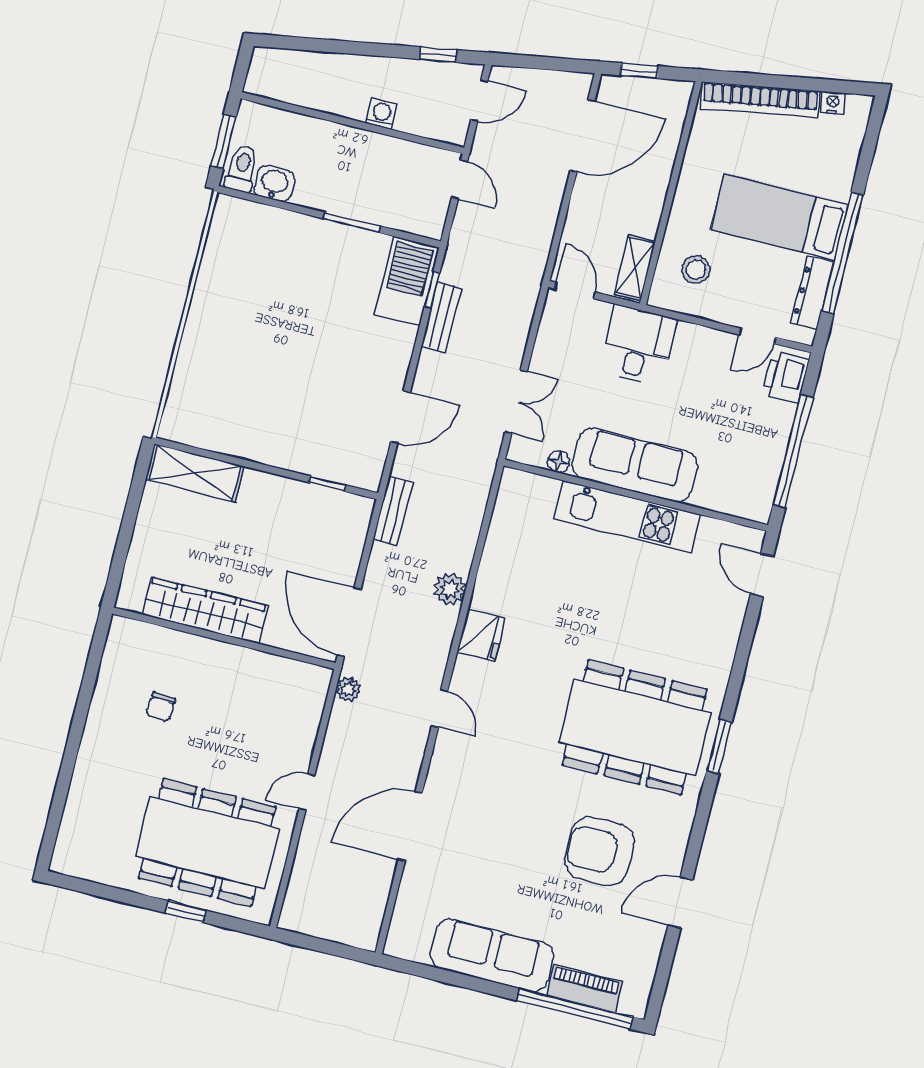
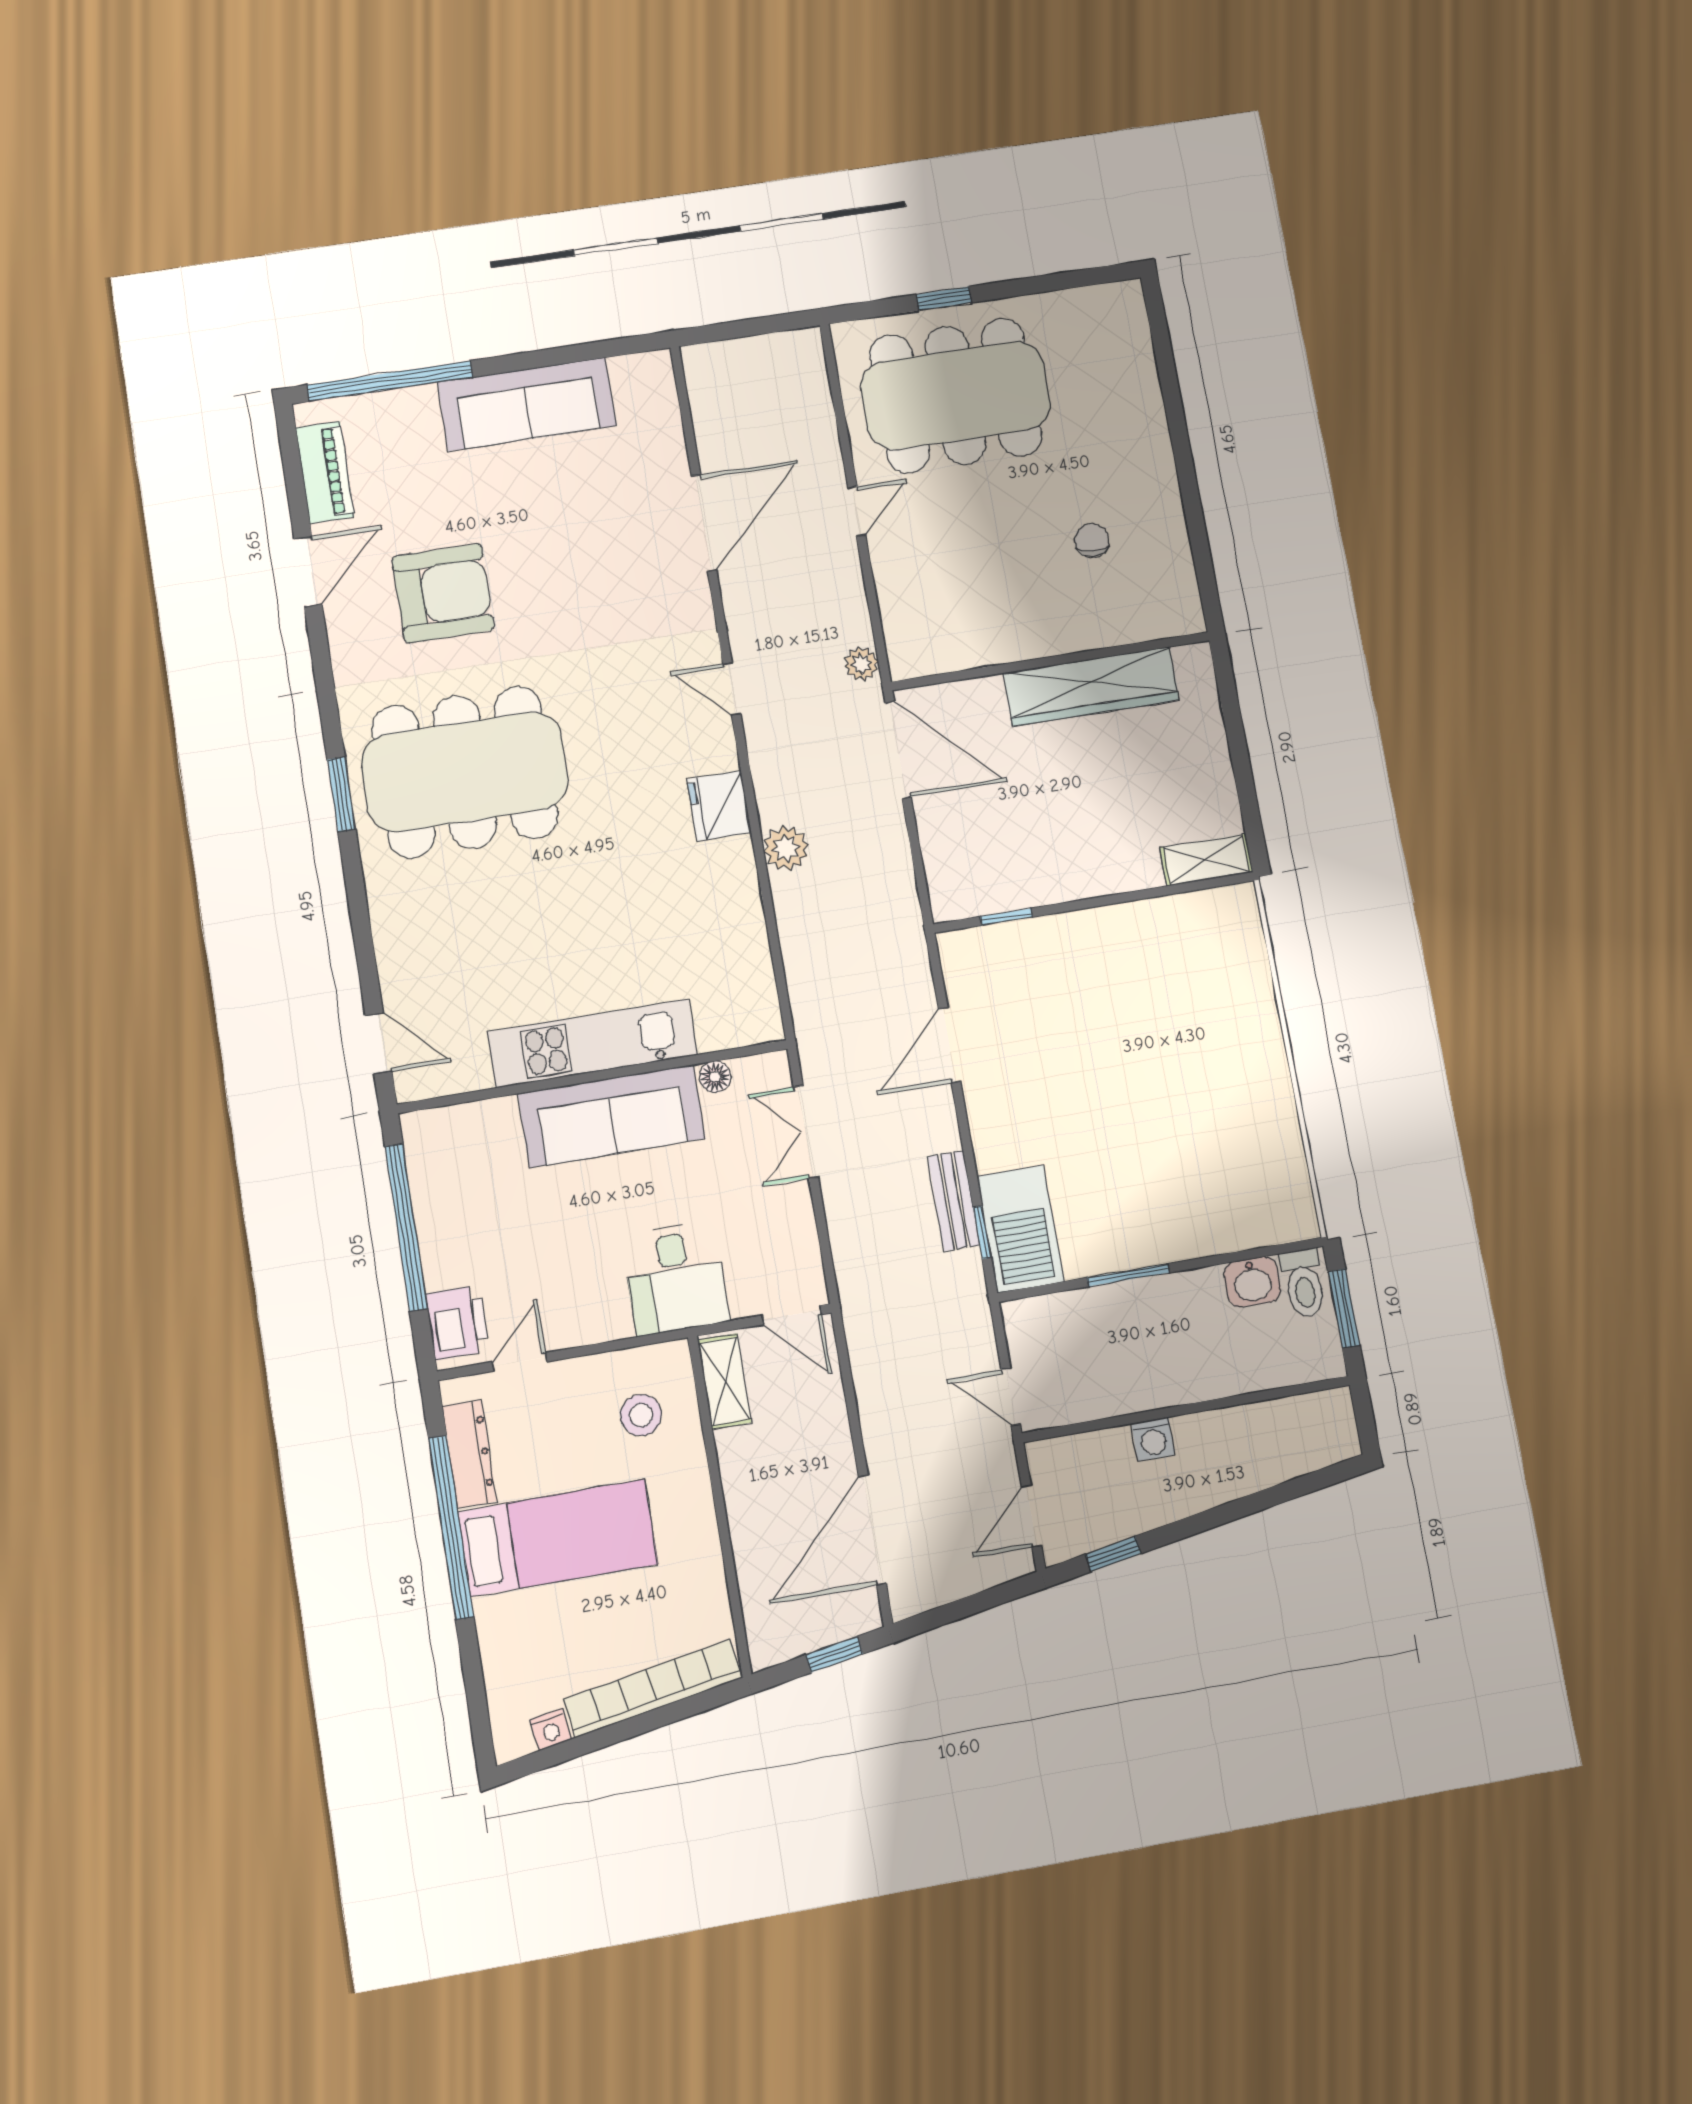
shelving: (195, 473) -> (1206, 860), width x0.67, depth x0.75
bench: (393, 511) -> (905, 918), removed
piano: (585, 989) -> (325, 472), moved, turned -90

